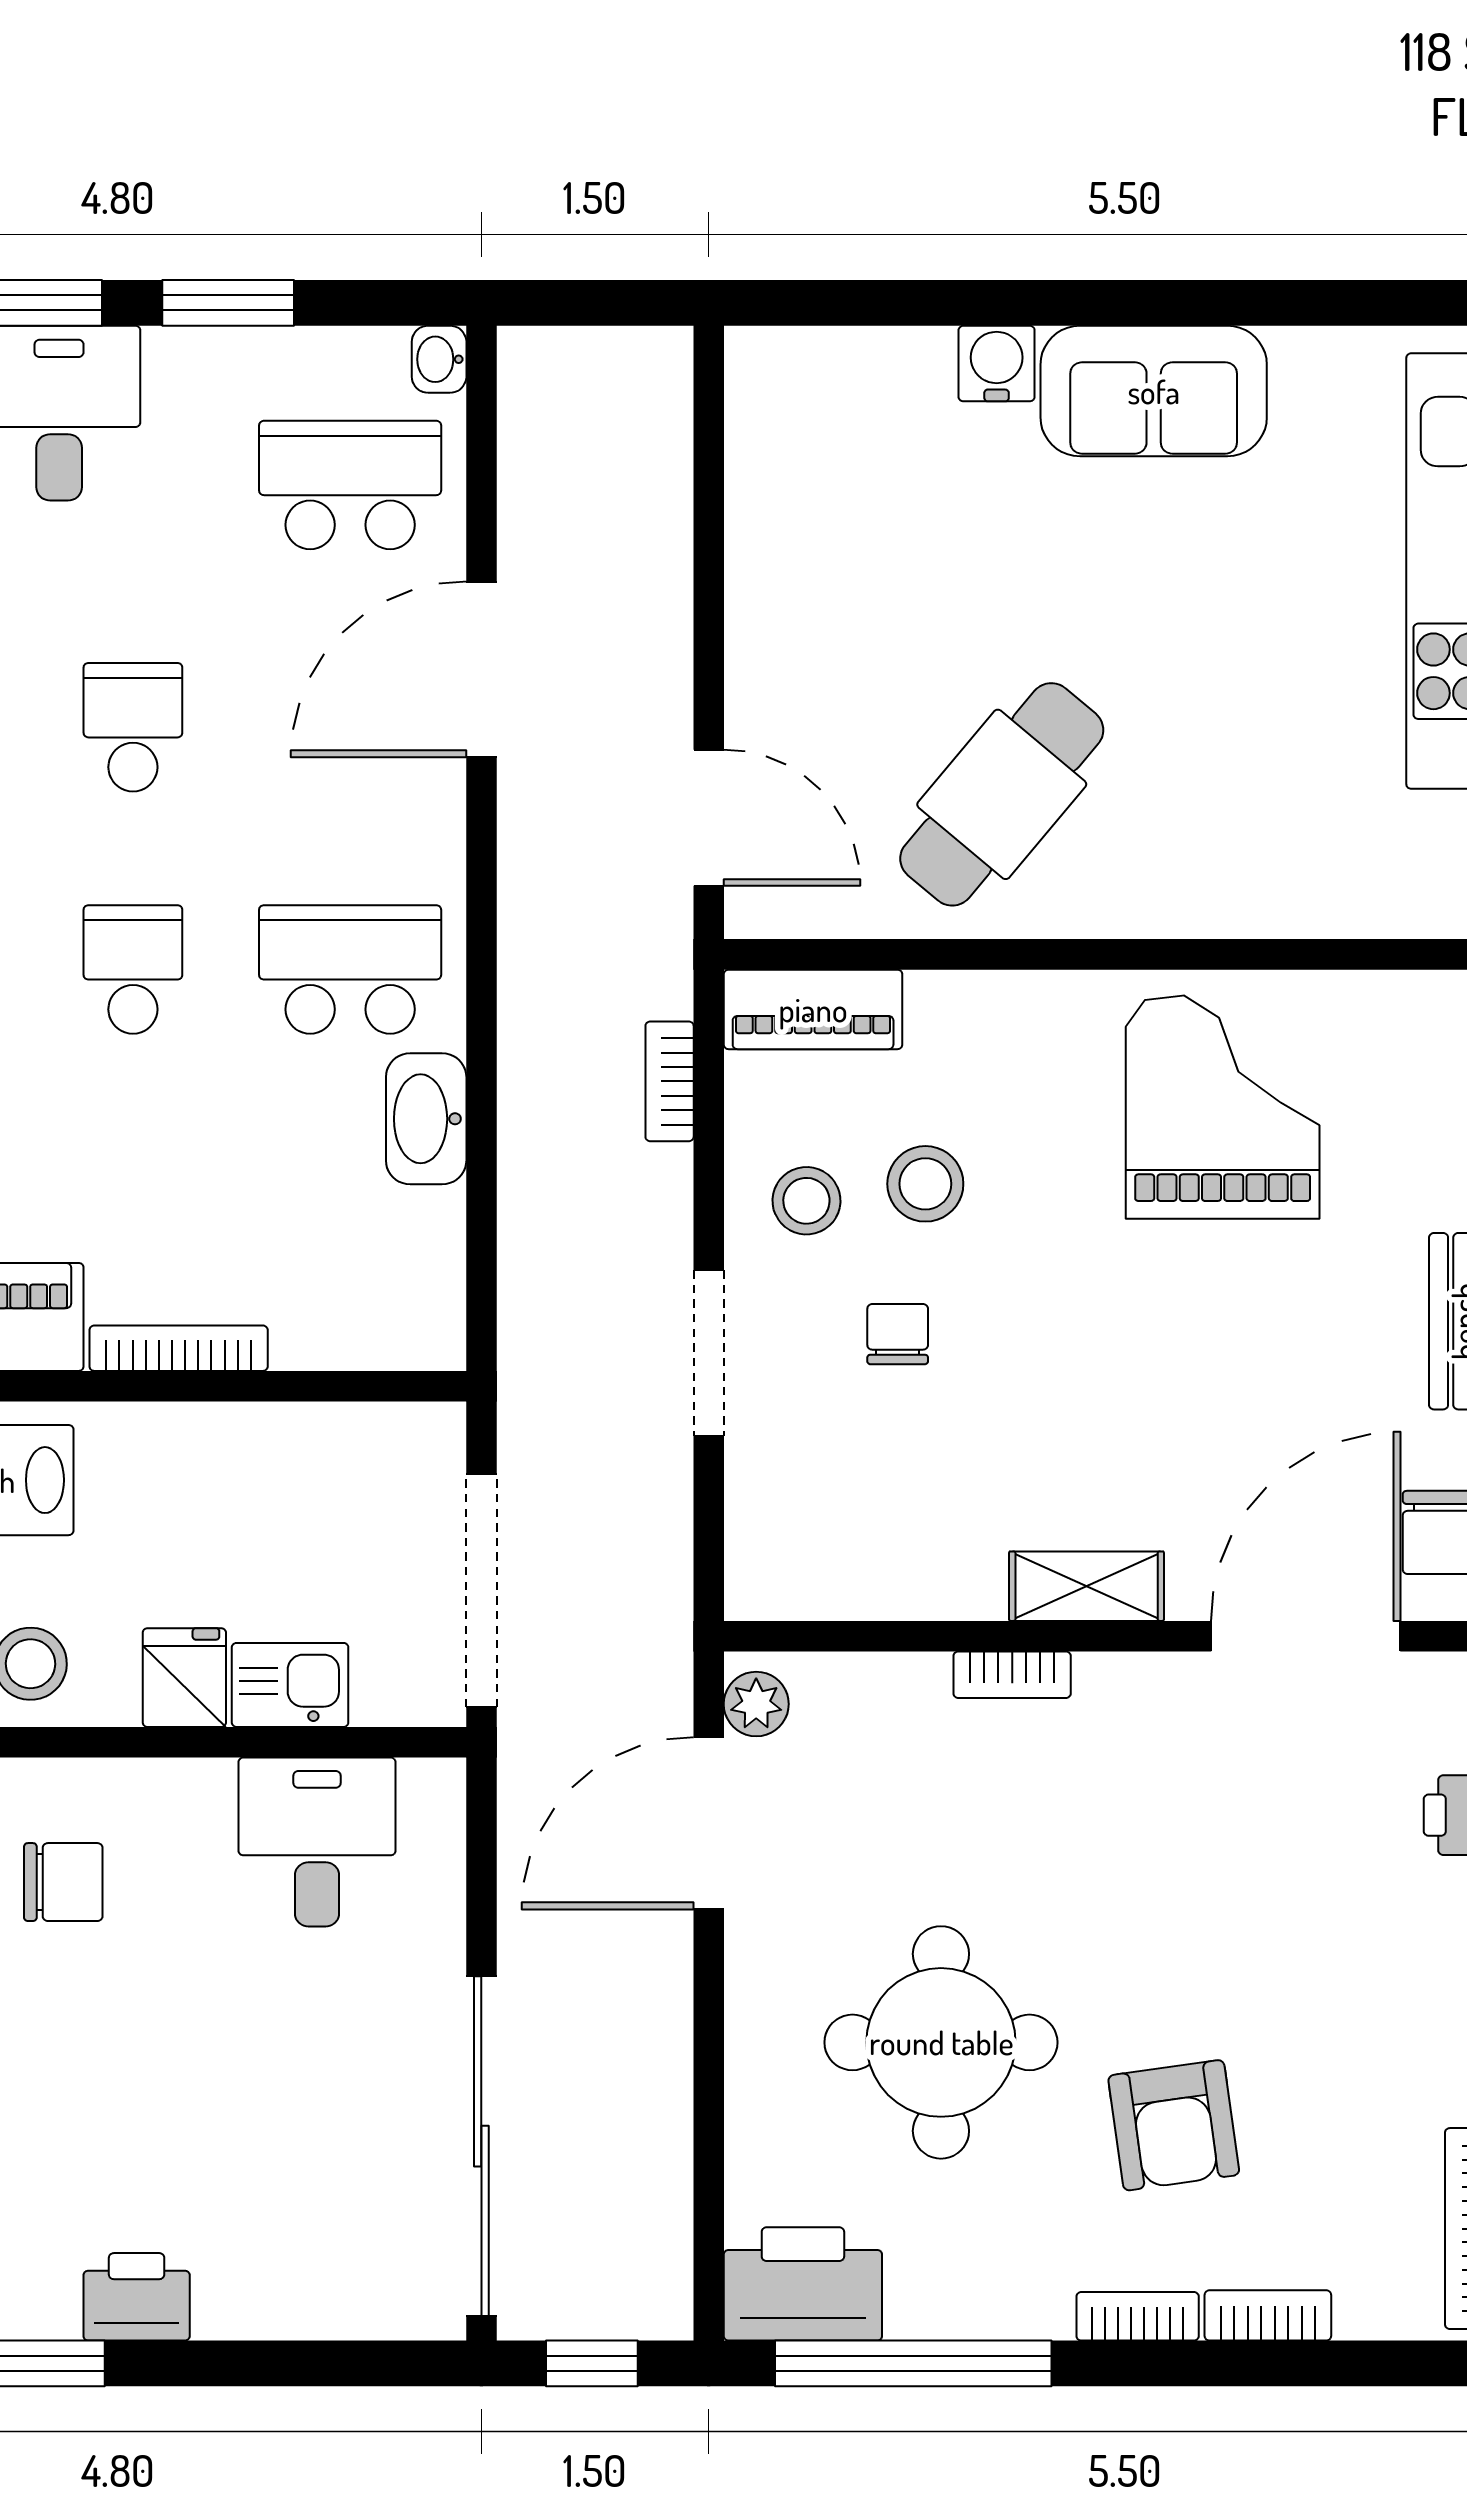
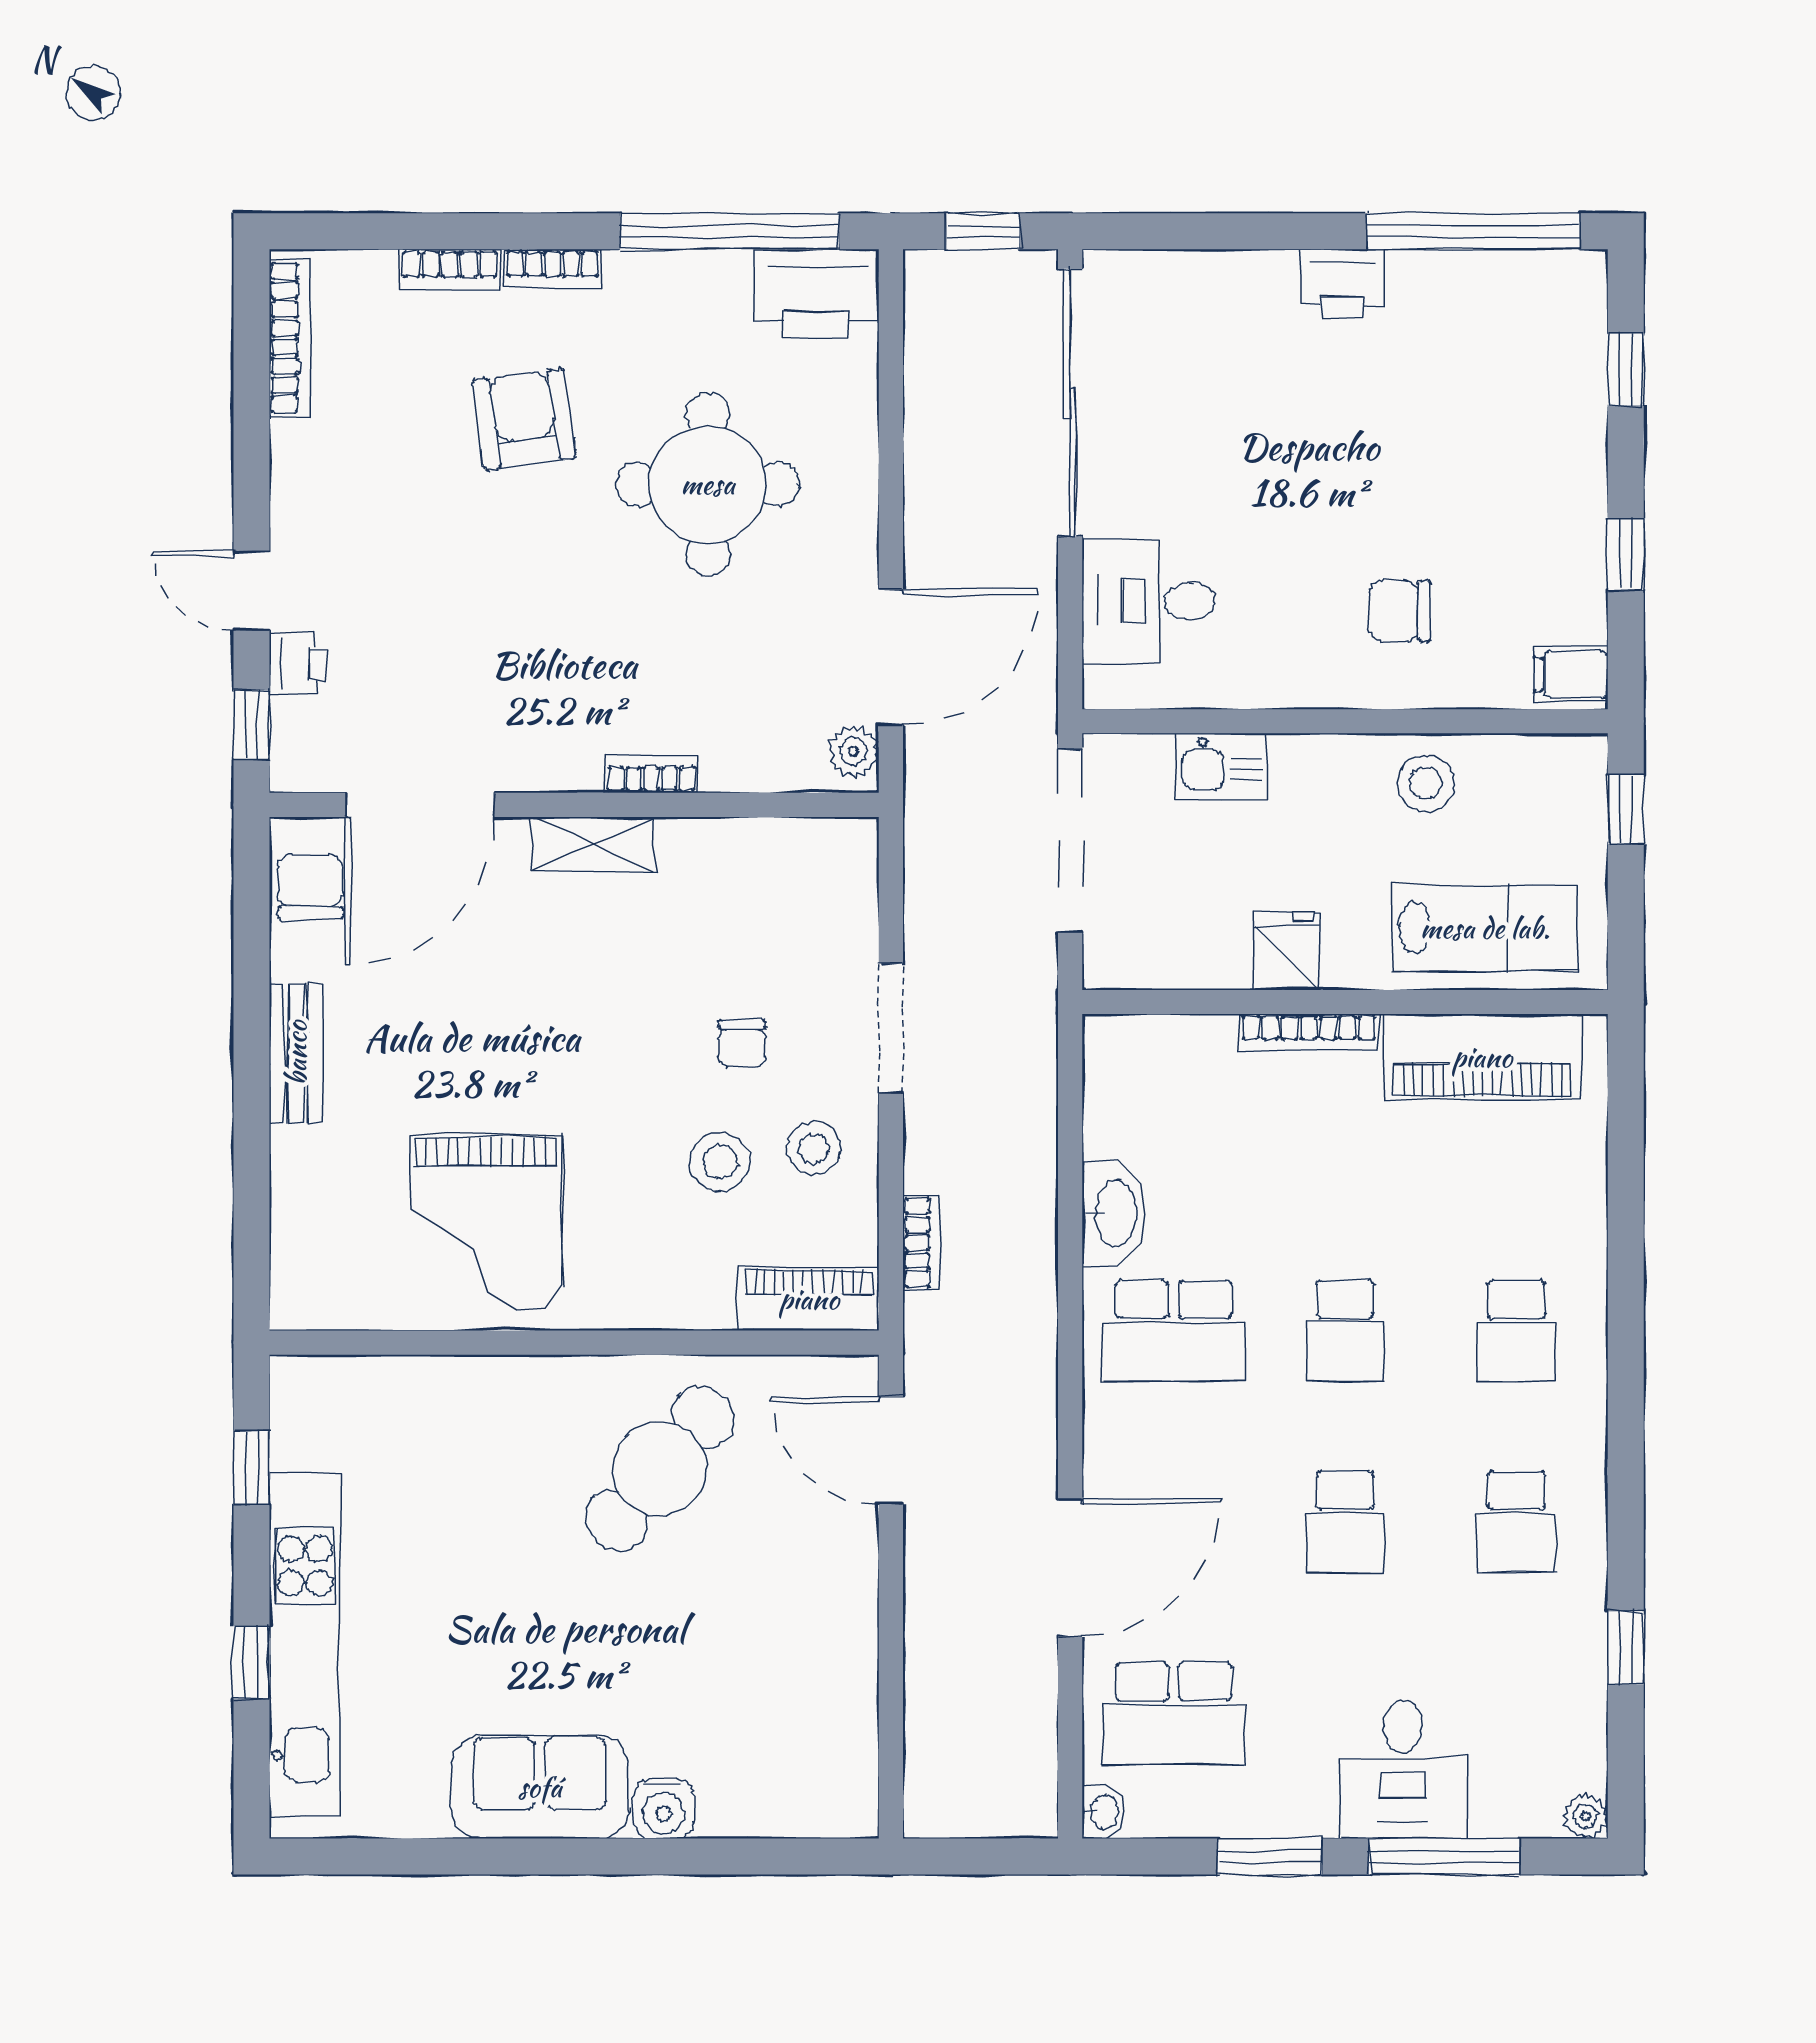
fridge: (184, 1678) -> (1286, 951), moved, turned 180
desk: (317, 1842) -> (1149, 601), moved, turned 90

